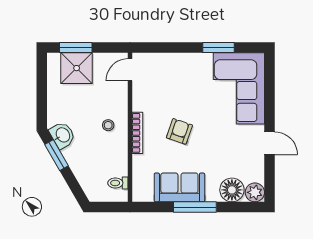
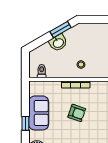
washbasin: (62, 135) -> (58, 43), moved
window: (195, 207) -> (25, 123), width x0.46

